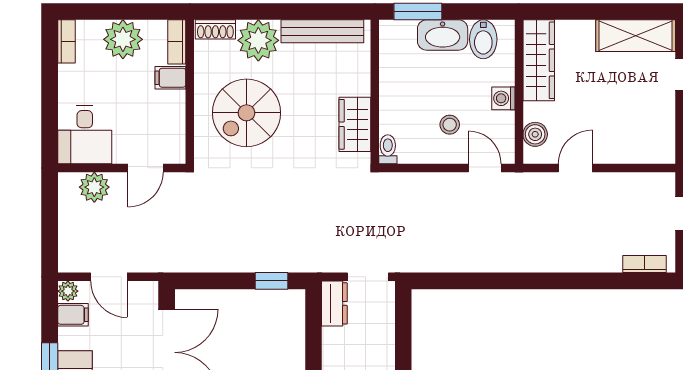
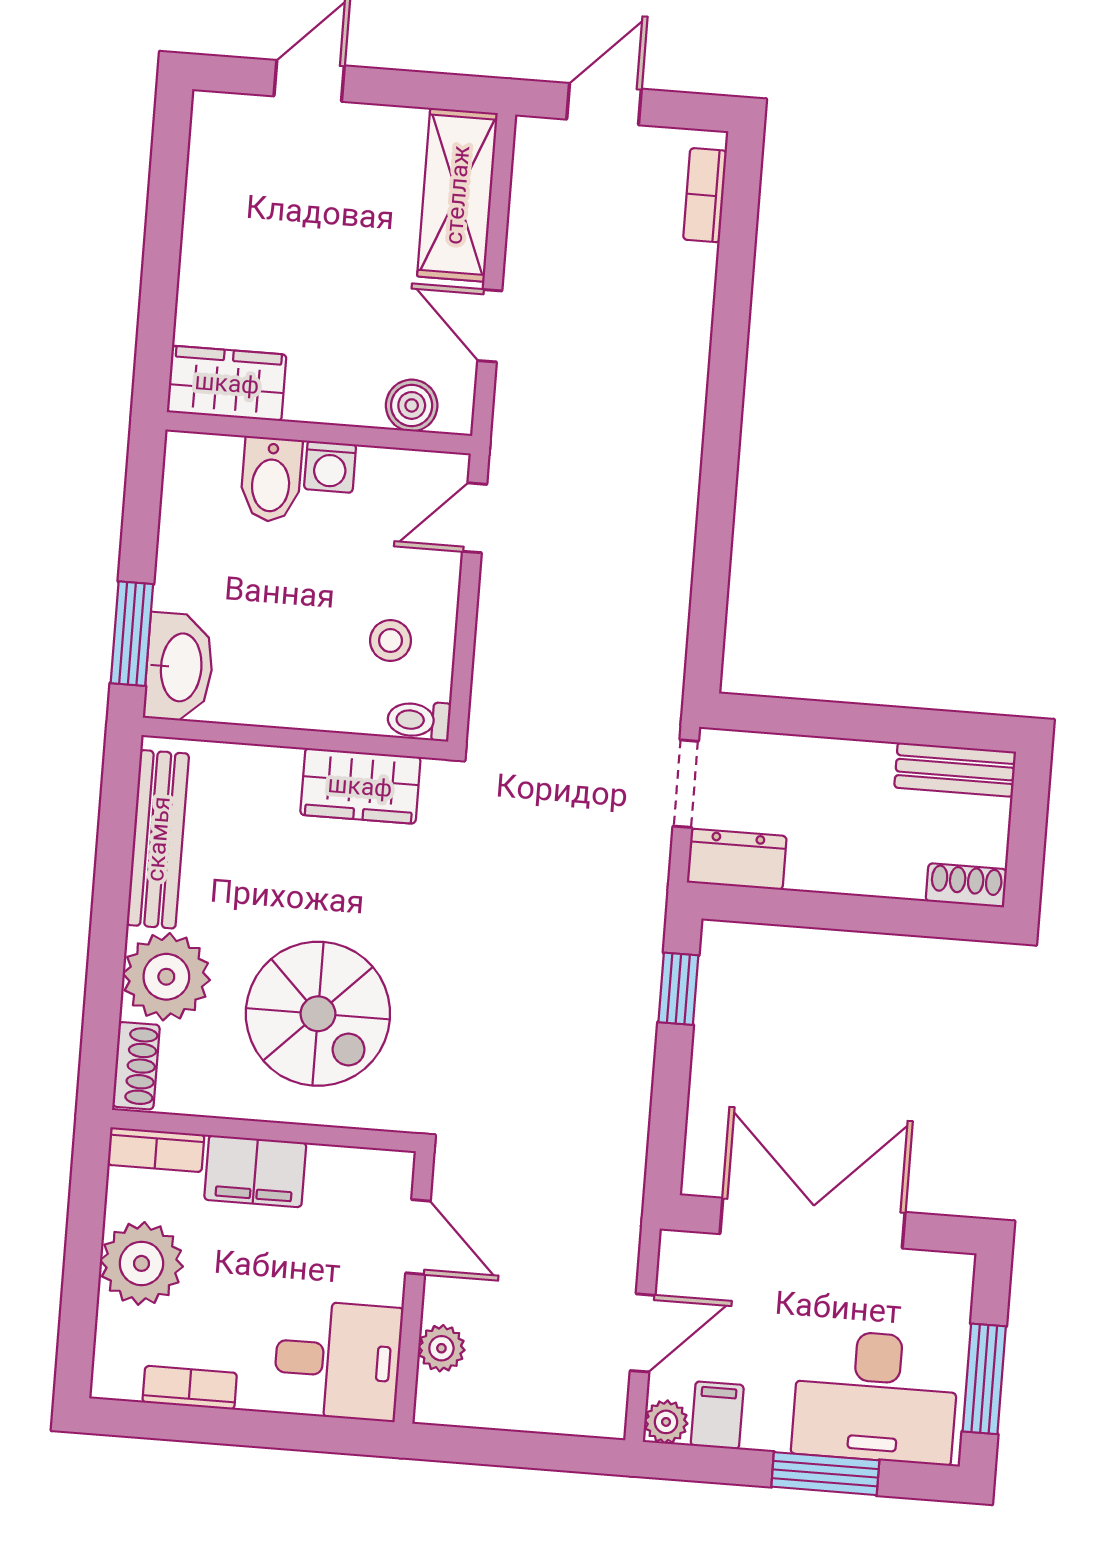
washbasin: (443, 35) -> (179, 667), moved
shelving: (636, 36) -> (457, 195), moved
bidet: (483, 39) -> (271, 479), moved, turned 90
bookcase: (66, 41) -> (190, 1388), moved
wardrobe: (539, 60) -> (227, 383), width x0.67
filing cabinet: (170, 78) -> (255, 1171), width x2.00
stool: (450, 125) -> (390, 641), moved
plant: (94, 187) -> (441, 1348), width x0.73, depth x0.73

